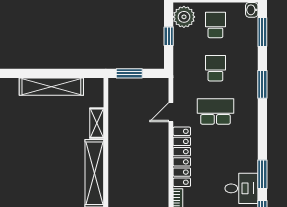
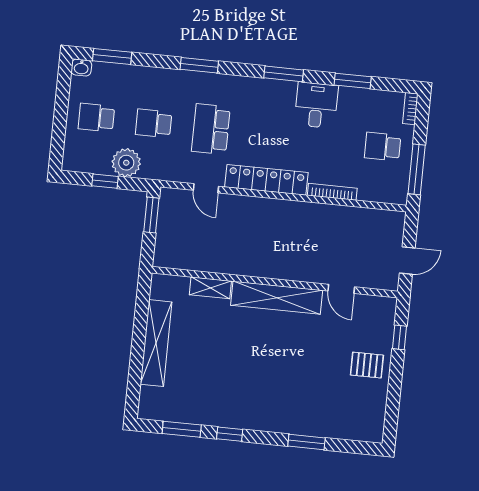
plant: (184, 17) -> (126, 163), moved
window: (129, 73) -> (151, 215), moved
window: (262, 84) -> (199, 65), moved
window: (262, 174) -> (284, 74), moved

